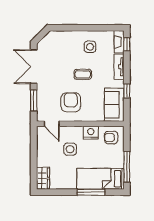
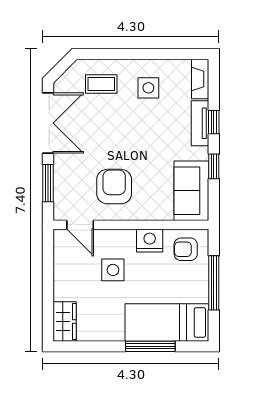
window: (127, 44) -> (214, 122), moved
double door: (34, 67) -> (48, 123), swing flipped
coffee table: (83, 74) -> (101, 84), moved
window: (127, 167) -> (214, 283), moved

